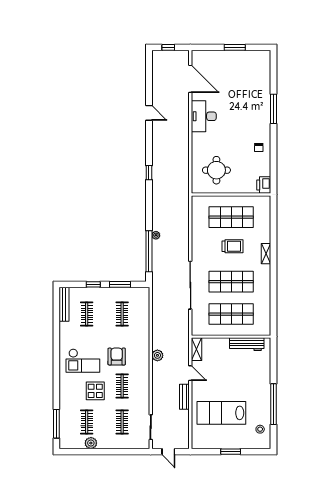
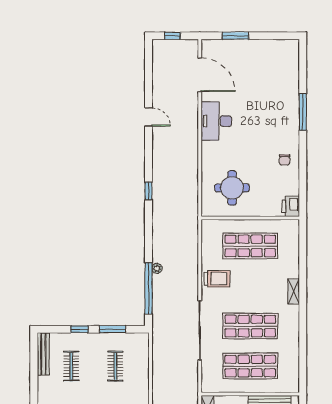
window: (235, 47) -> (235, 36), moved
trolley: (233, 246) -> (217, 279), moved

